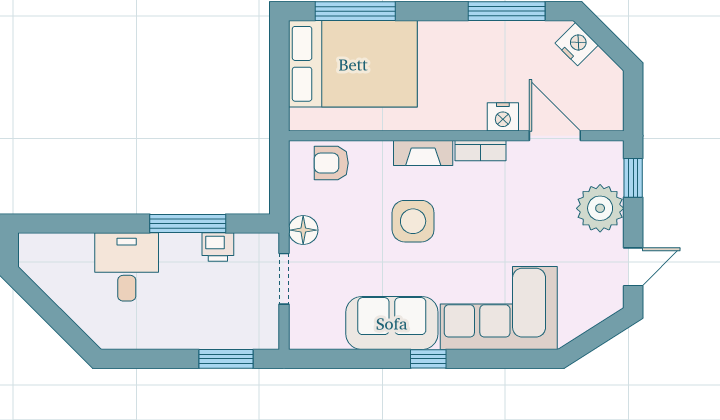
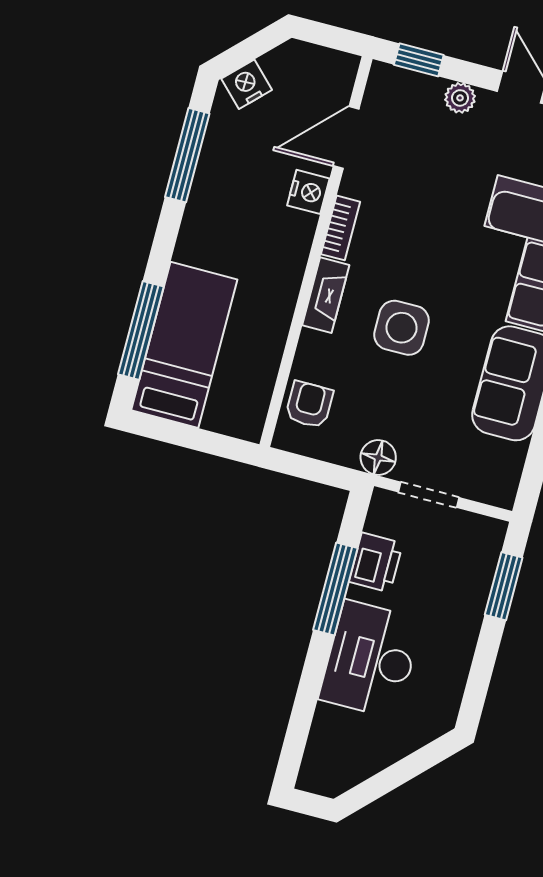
bed: (353, 64) -> (184, 345), width x0.67
armchair: (331, 163) -> (309, 405), turned 180
plant: (600, 208) -> (460, 98), width x0.53, depth x0.53
printer: (218, 247) -> (376, 562), width x1.36, depth x1.24
desk: (127, 267) -> (371, 659), width x1.37

